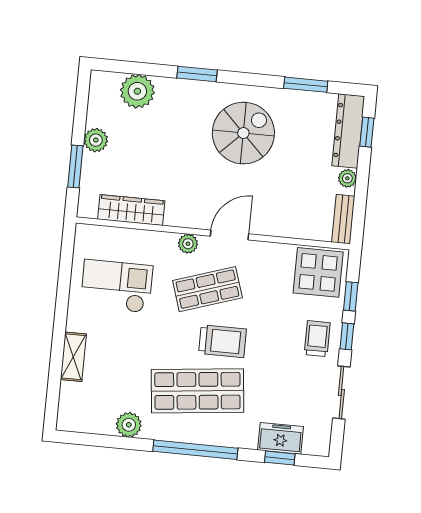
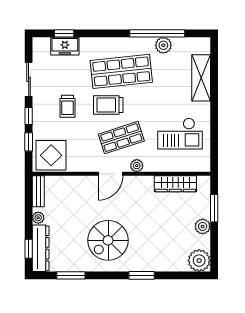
plant: (137, 91) -> (199, 261), moved
trolley: (317, 339) -> (67, 106), moved
shelving: (73, 357) -> (201, 78), width x1.50, depth x1.33
window: (195, 450) -> (157, 33), moved

